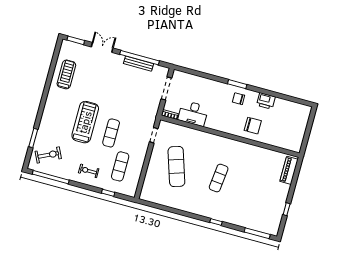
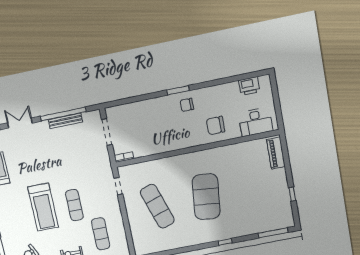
printer: (266, 101) -> (249, 86), moved
desk: (193, 113) -> (256, 122), moved
treadmill: (85, 122) -> (43, 207), turned 180
chair: (253, 126) -> (216, 126), turned 180
exercise mat: (219, 178) -> (206, 197), width x2.00, depth x1.45

